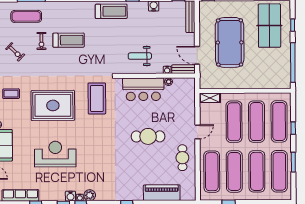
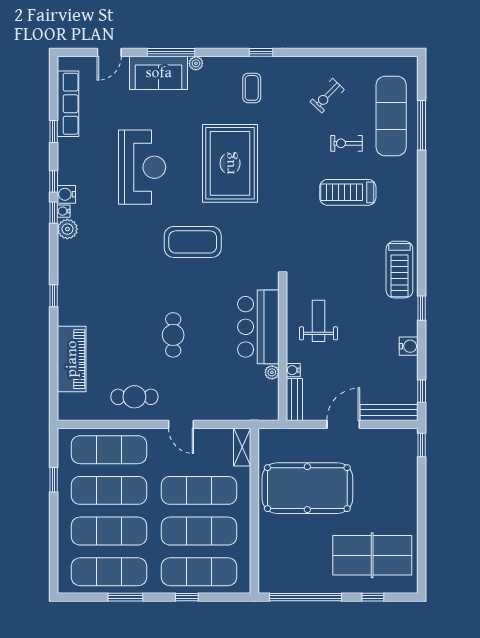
exercise mat: (26, 16) -> (391, 116), width x1.36, depth x1.45
treadmill: (69, 40) -> (348, 192), turned 90
pool table: (230, 42) -> (307, 488), moved
door: (197, 55) -> (343, 424), moved
coffee table: (97, 98) -> (193, 242), moved
cafe table: (148, 136) -> (173, 335), width x0.73, depth x0.74

